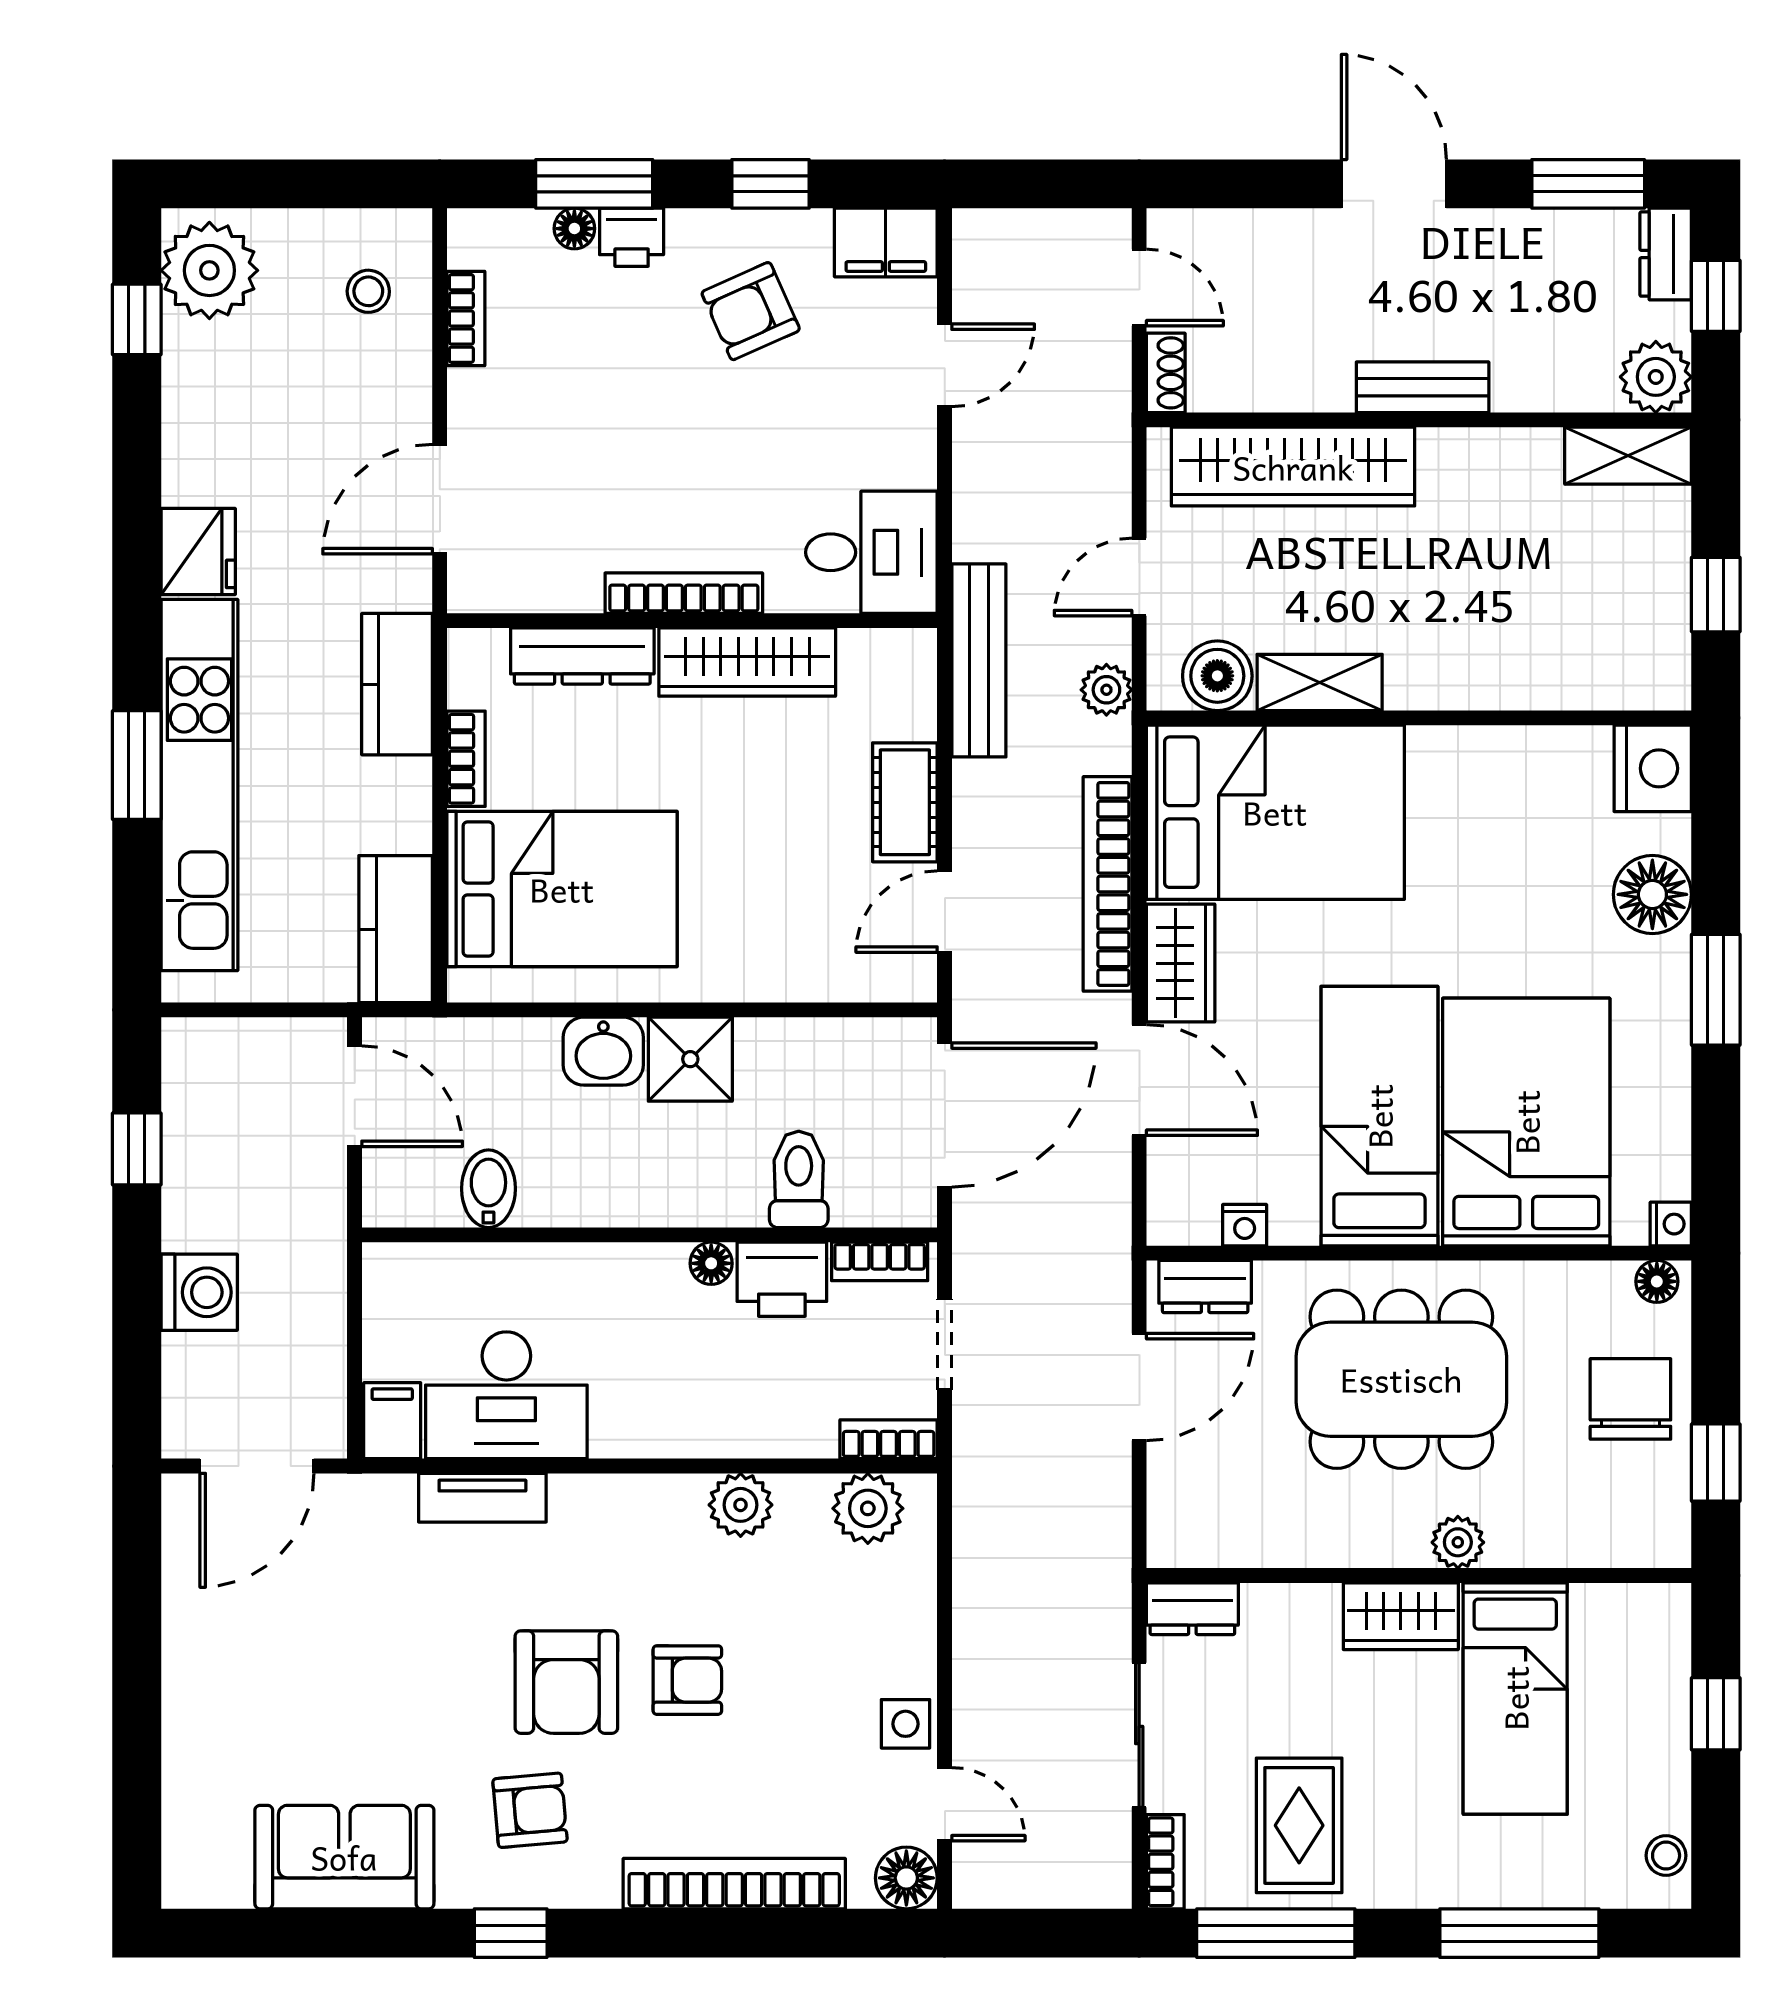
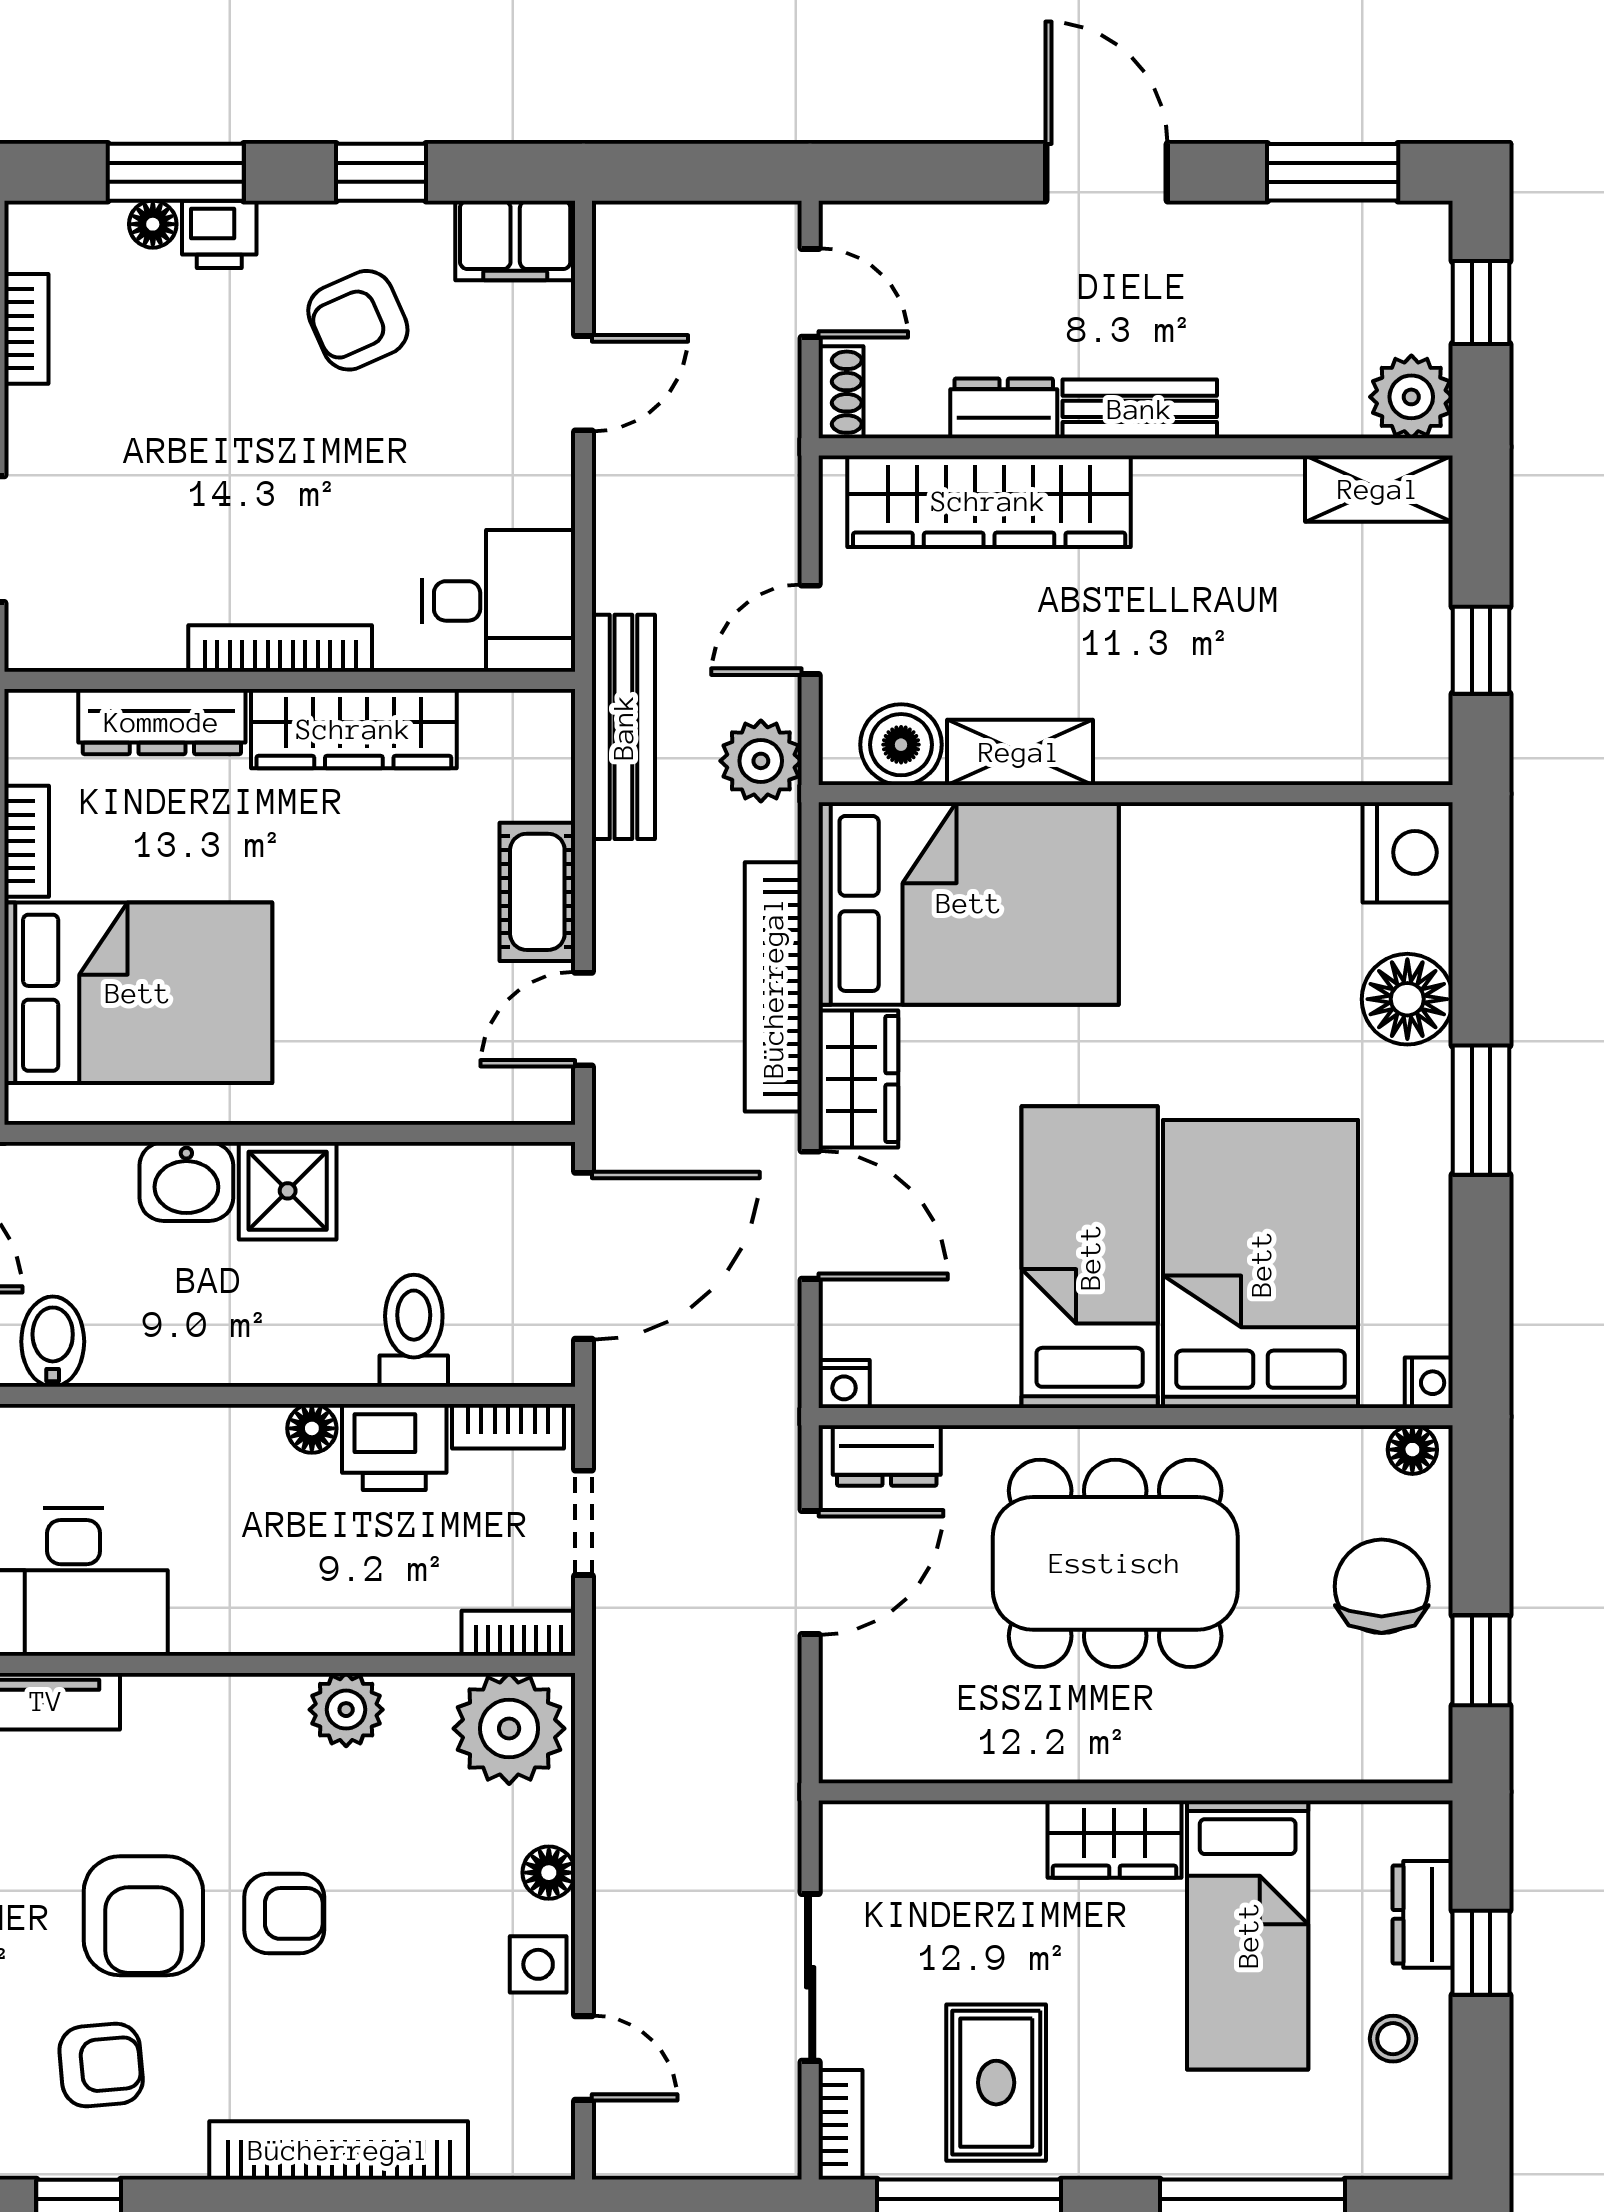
dresser: (1666, 254) -> (1004, 408), moved, turned 90
plant: (1106, 690) -> (761, 761), width x1.38, depth x1.38
nightstand: (1245, 1225) -> (844, 1384), moved
plant: (868, 1508) -> (509, 1729), width x1.36, depth x1.36
plant: (1458, 1542) -> (1181, 1753), removed
dresser: (1192, 1609) -> (1423, 1914), moved, turned 90
stool: (1666, 1856) -> (1393, 2039), moved
floor lamp: (906, 1878) -> (549, 1873), moved, width x0.73, depth x0.73

